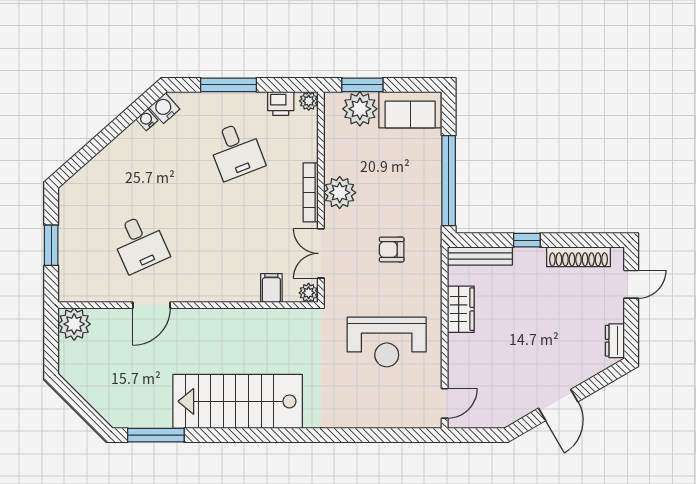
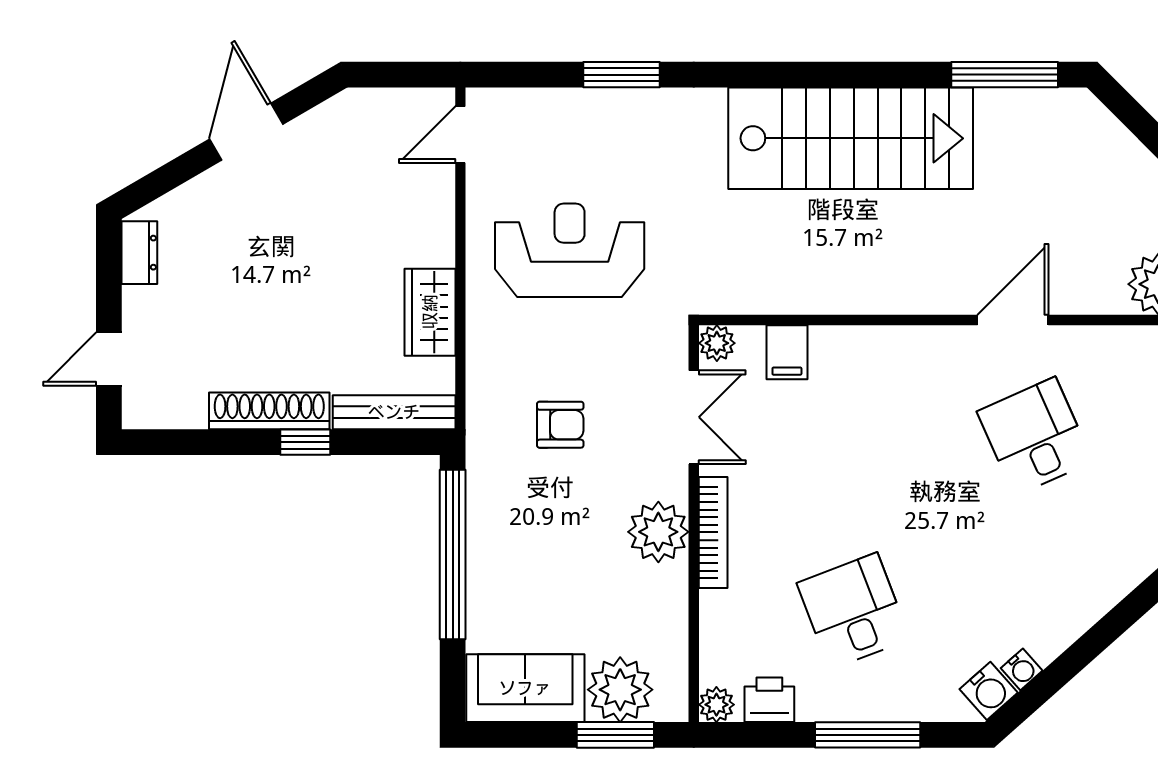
shoe rack: (578, 257) -> (269, 411), moved
window: (359, 435) -> (622, 75), added

